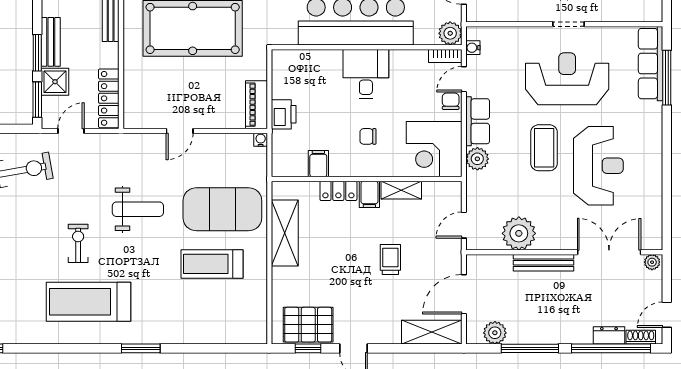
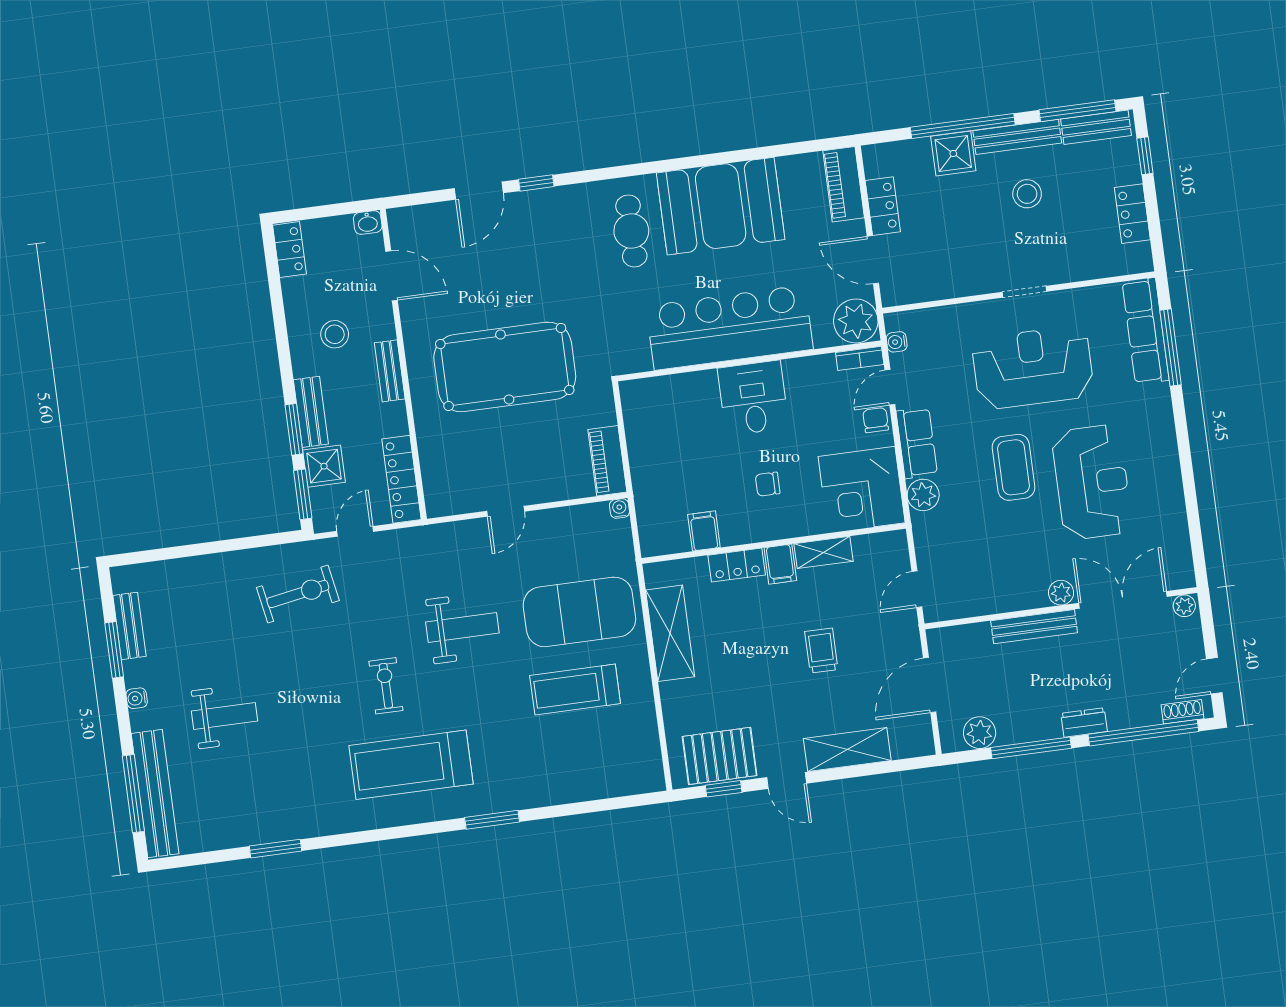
plant: (450, 33) -> (856, 321), width x1.36, depth x1.36
printer: (284, 114) -> (647, 469), removed
plant: (519, 233) -> (1061, 593), moved, width x0.53, depth x0.53
shelving: (432, 332) -> (847, 749), moved
dresser: (609, 335) -> (1084, 722), moved

